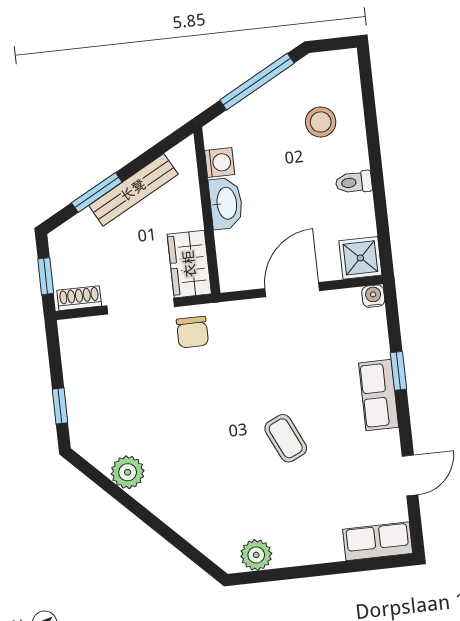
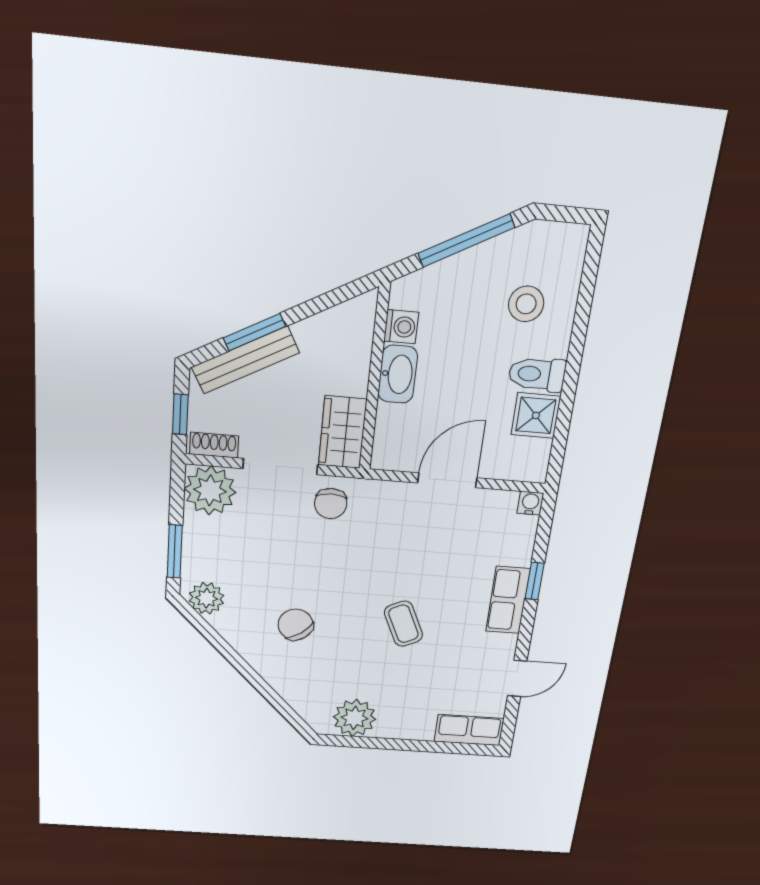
toilet: (354, 182) -> (537, 374), width x1.37, depth x1.39
bench: (133, 190) -> (245, 360), moved
shower: (360, 258) -> (536, 415), moved
plant: (83, 341) -> (210, 491), added
window: (60, 406) -> (175, 551), width x1.50
chair: (184, 459) -> (296, 625), added
plant: (128, 472) -> (206, 598), moved
plant: (256, 555) -> (355, 718), width x1.36, depth x1.36

